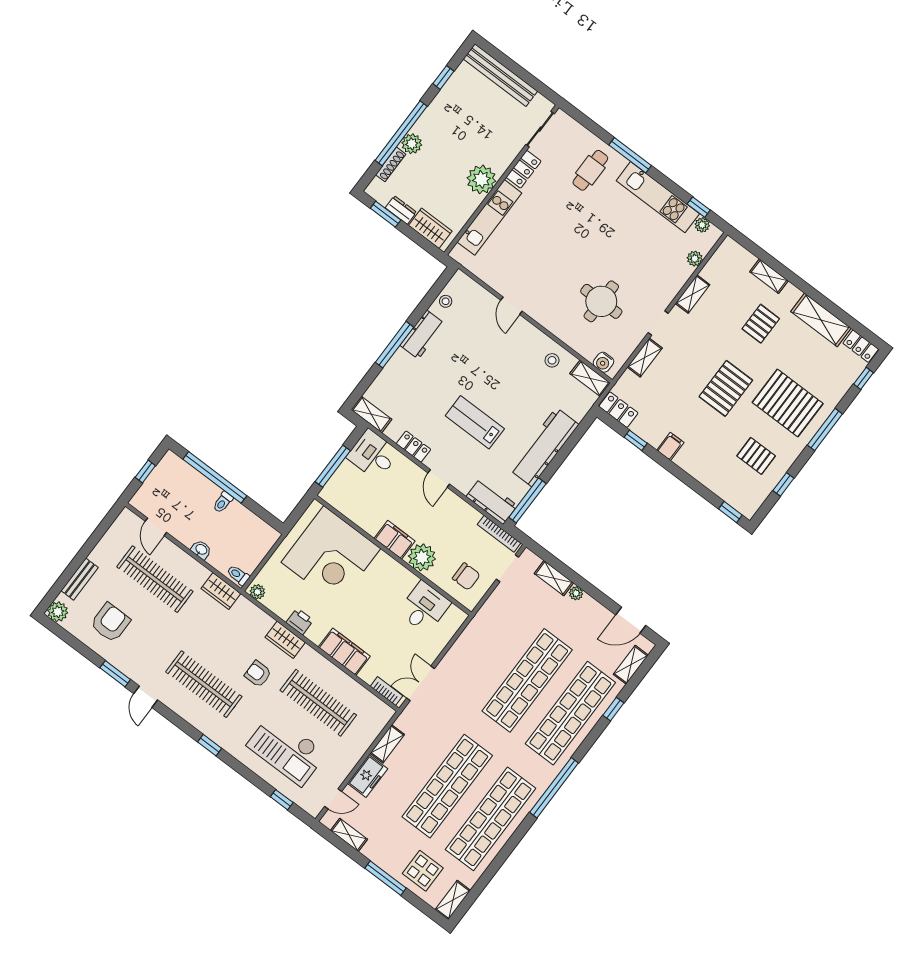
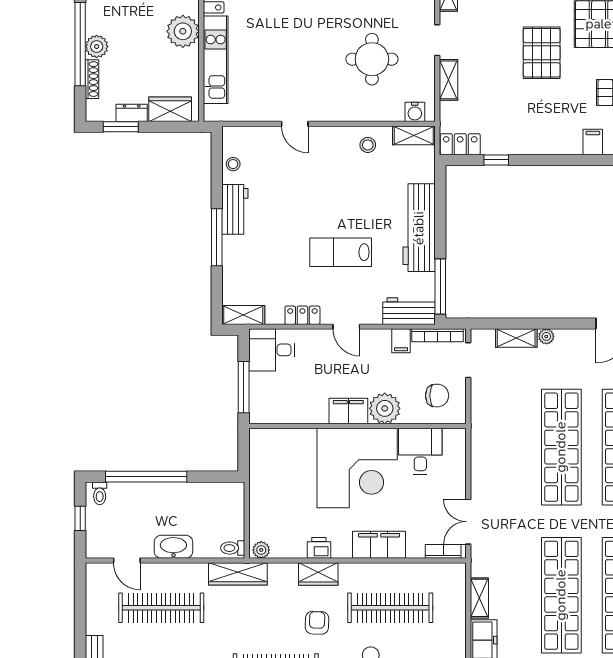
filing cabinet: (670, 446) -> (593, 142), moved
toilet: (223, 502) -> (100, 493), moved
filing cabinet: (470, 518) -> (401, 341), added
washbasin: (201, 550) -> (173, 547), width x1.91, depth x1.45
corner desk: (331, 555) -> (357, 468), moved
wardrobe: (221, 591) -> (238, 574), width x1.50
armchair: (258, 674) -> (317, 623), turned 92

